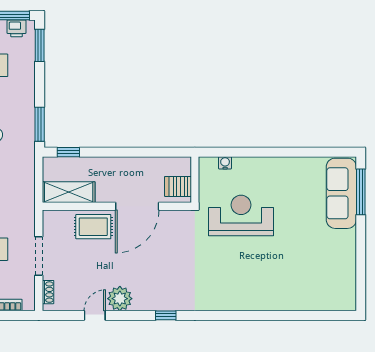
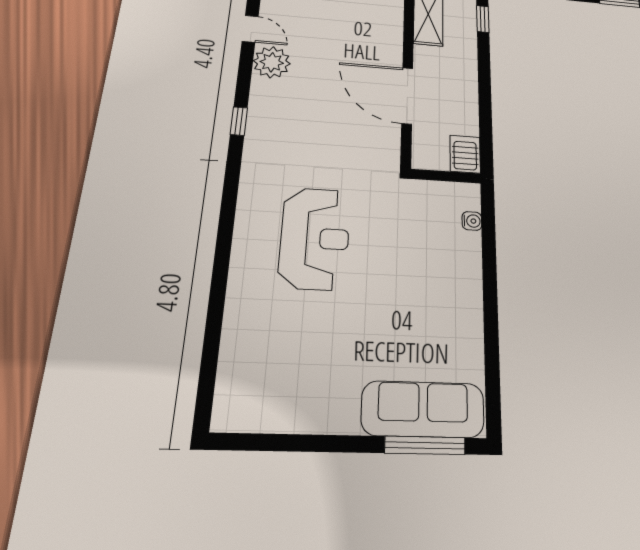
server rack: (178, 186) -> (465, 154), moved
reception desk: (241, 215) -> (315, 238), moved
rug: (93, 227) -> (379, 39), removed

